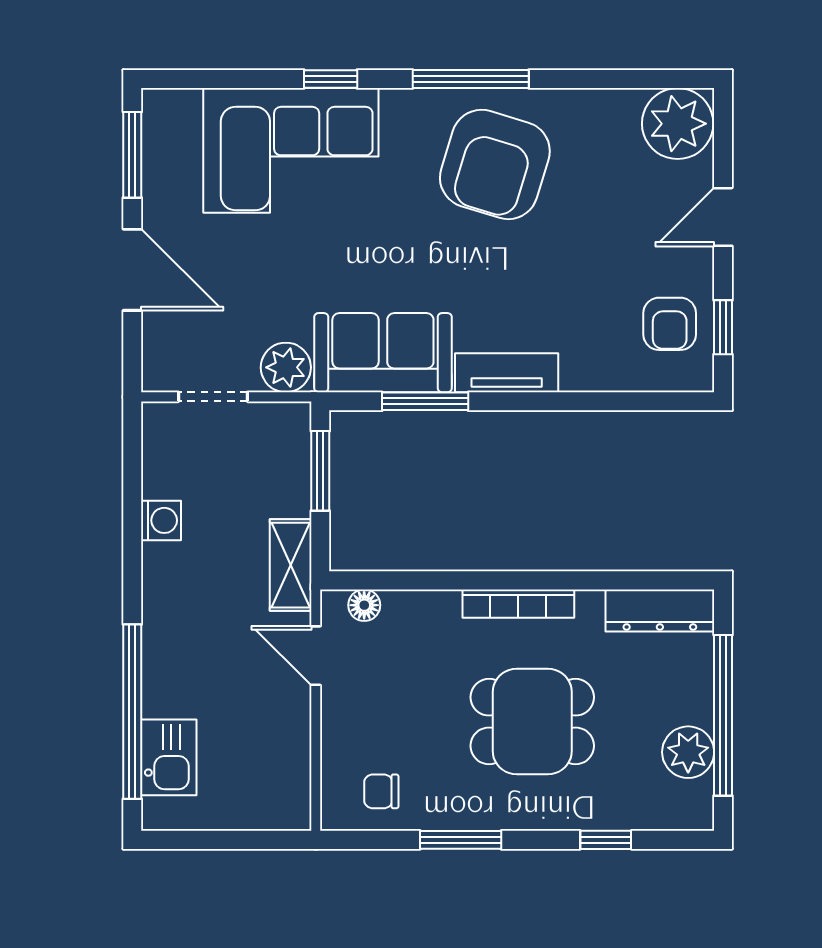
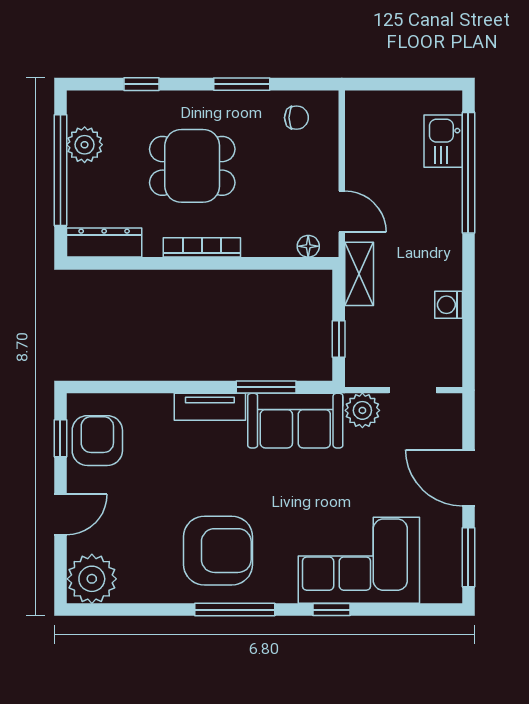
armchair: (495, 164) -> (218, 551), turned 73
armchair: (670, 324) -> (97, 441), width x1.38, depth x1.38
window: (320, 471) -> (339, 339), width x0.67

